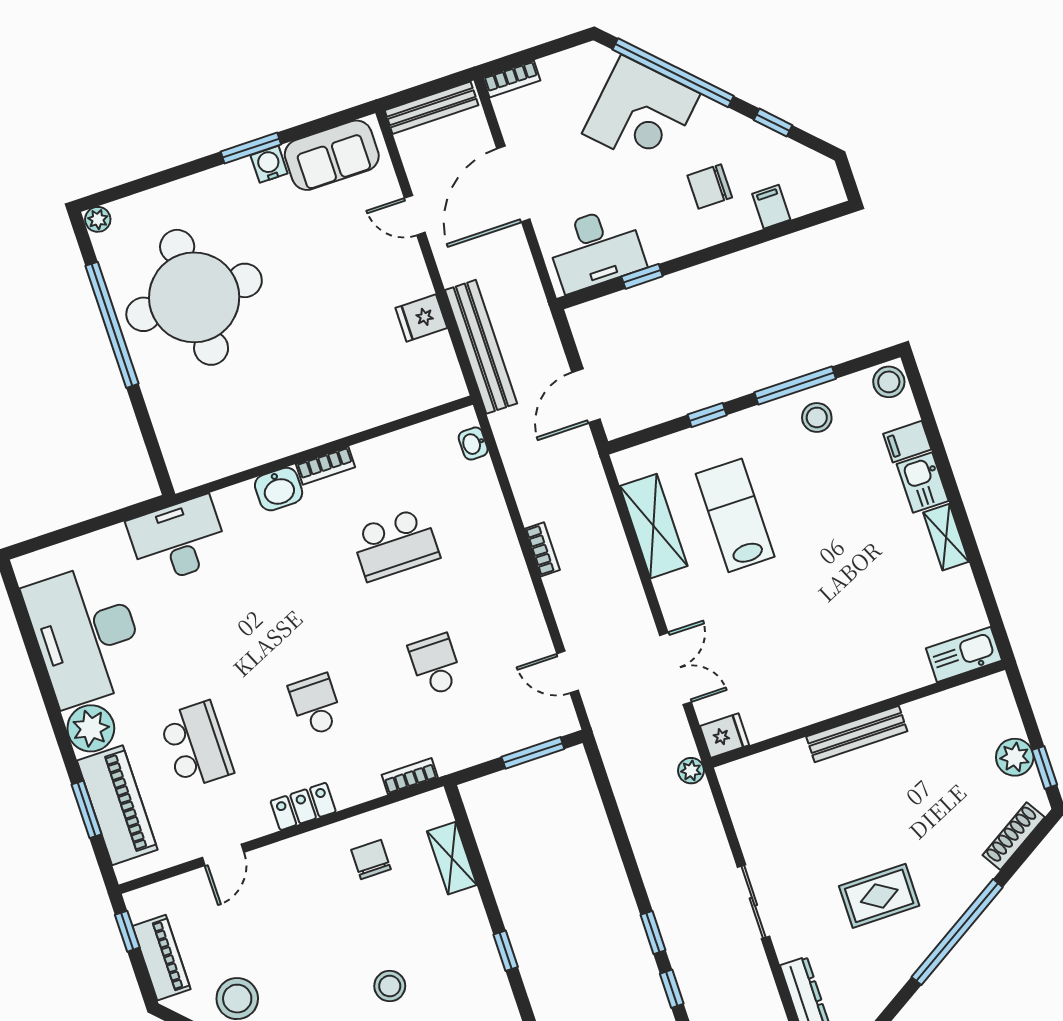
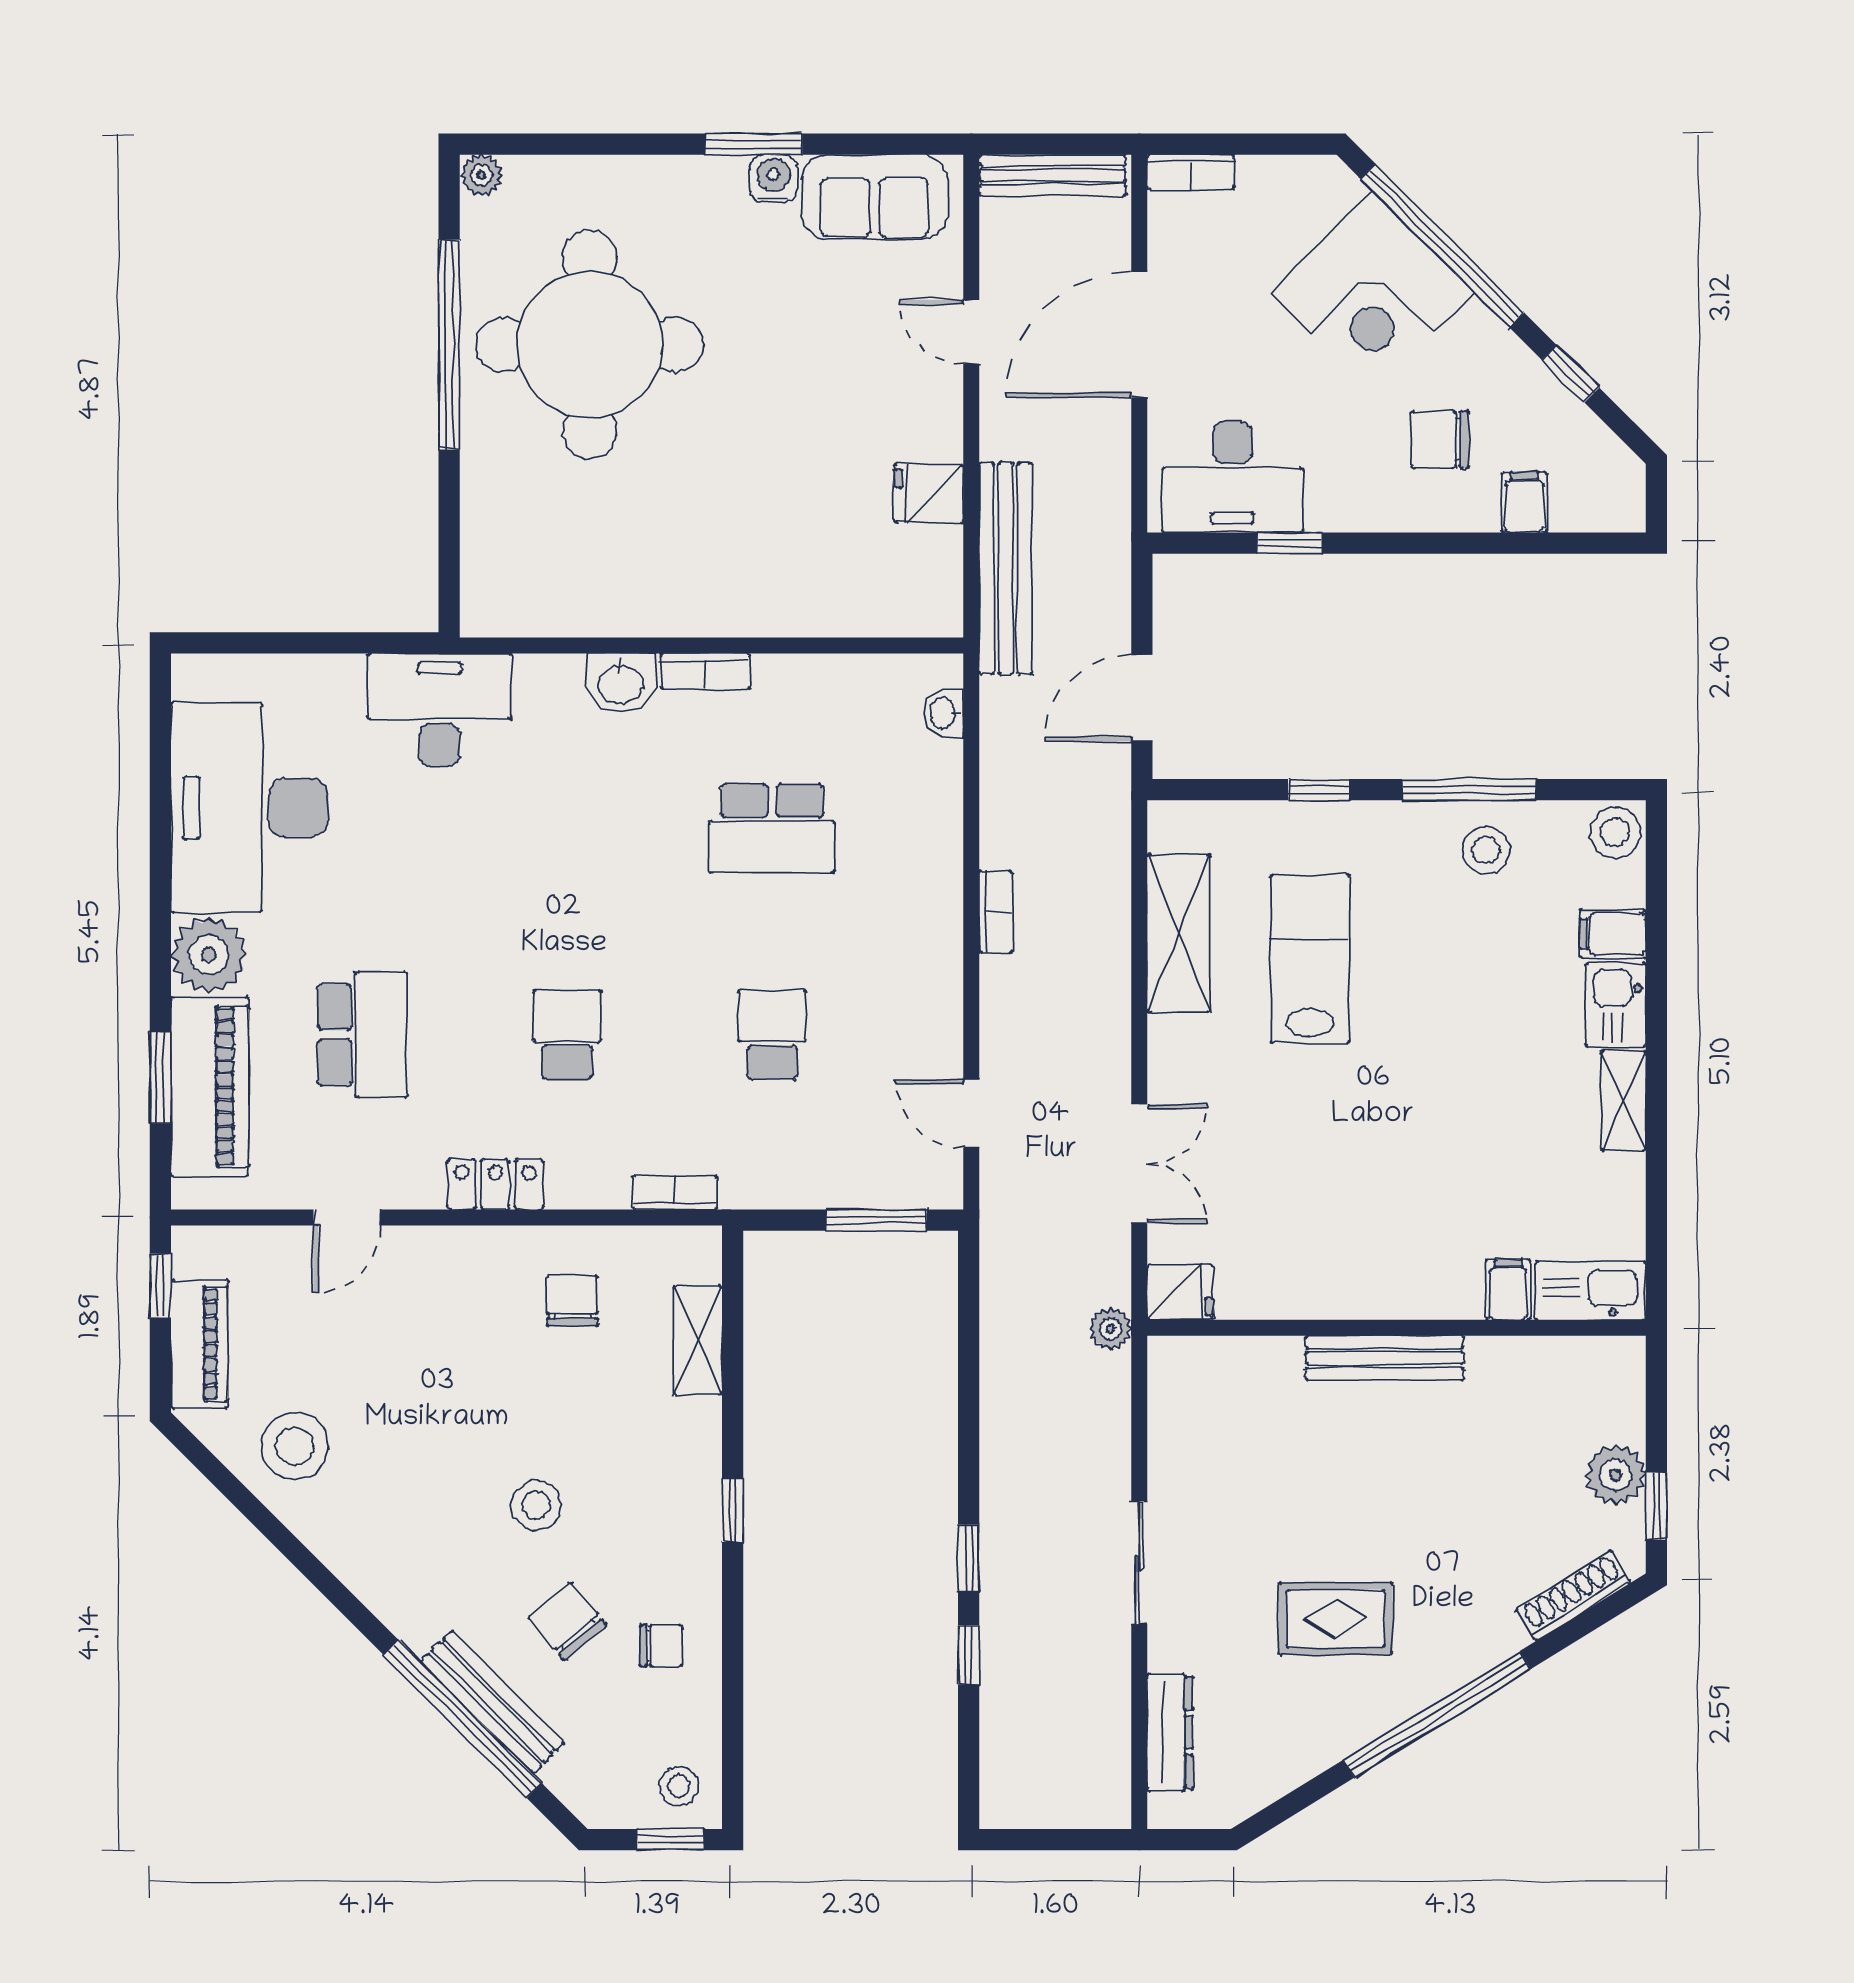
filing cabinet: (916, 670) -> (1508, 1290), added

